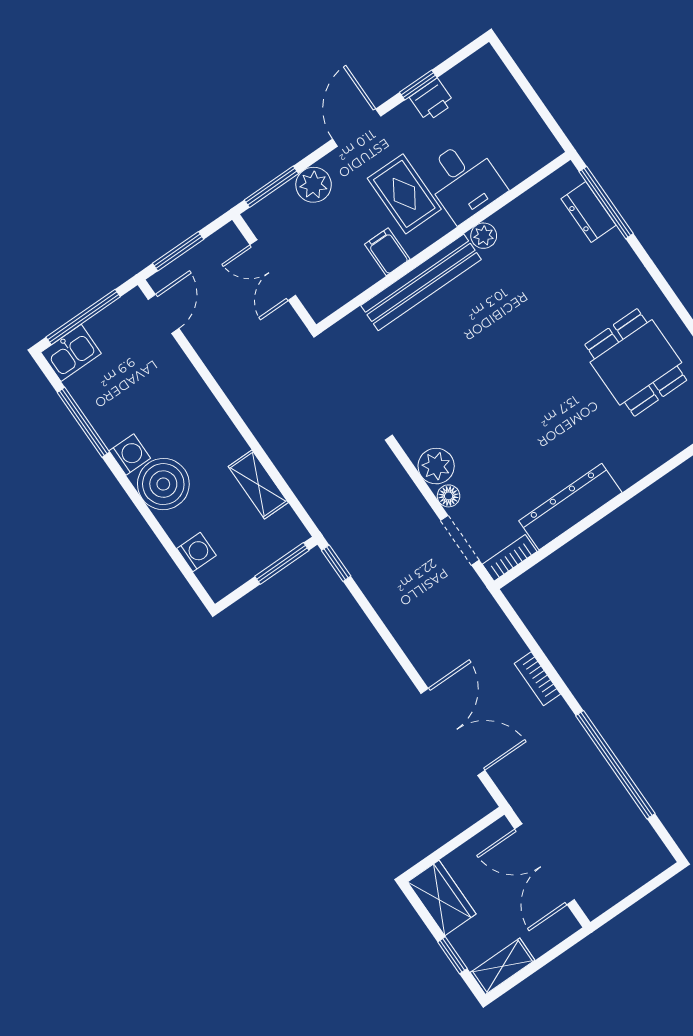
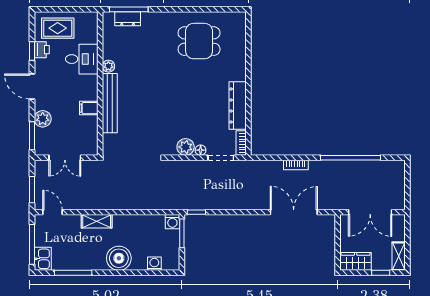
rug: (404, 194) -> (58, 28), moved
washing machine: (130, 455) -> (172, 222), moved, turned 180
shelving: (258, 484) -> (97, 221), moved

